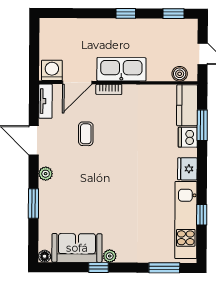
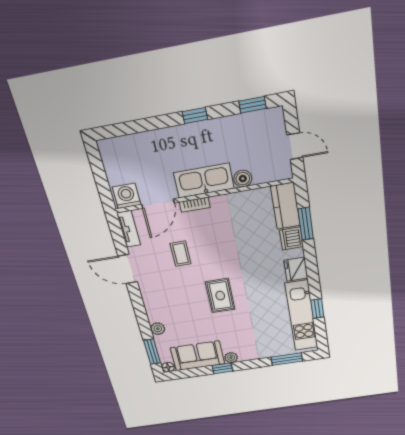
boiler: (180, 74) -> (243, 179), moved
plant: (46, 174) -> (158, 329), moved
rug: (113, 184) -> (220, 296), added
window: (33, 204) -> (152, 352), moved

